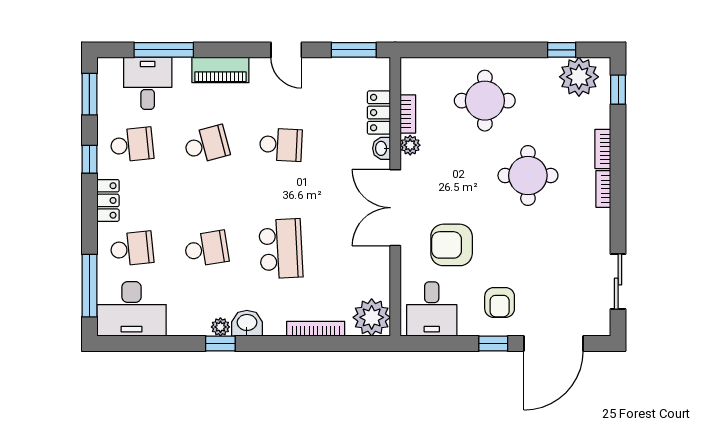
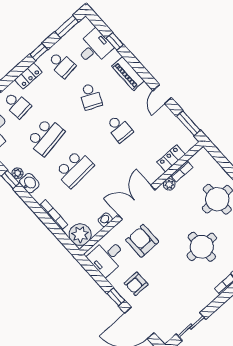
window: (164, 50) -> (115, 41), width x0.46
school desk: (206, 145) -> (90, 96), turned 39
washbasin: (382, 148) -> (105, 220), moved
school desk: (206, 249) -> (46, 137), width x1.85

